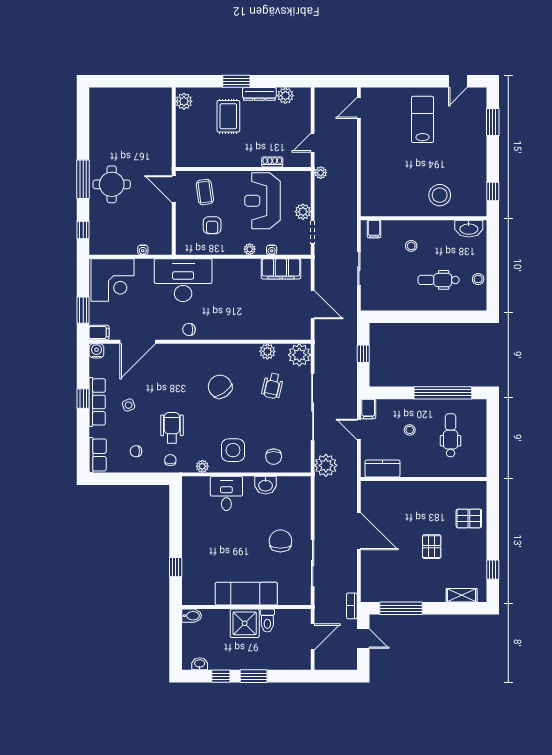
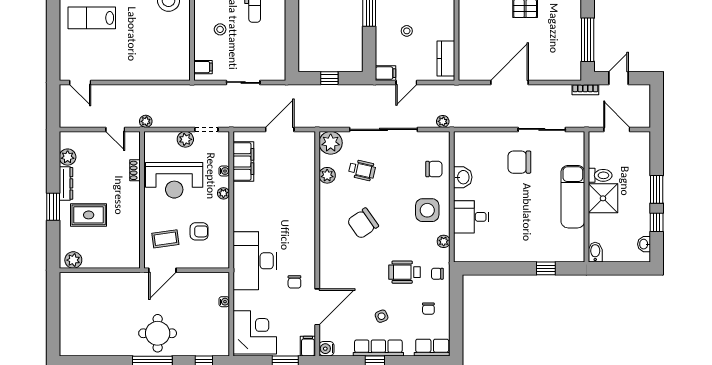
chair: (189, 329) -> (294, 282), moved
door: (138, 342) -> (317, 307), hinge flipped
plant: (326, 465) -> (443, 121), width x0.53, depth x0.53

